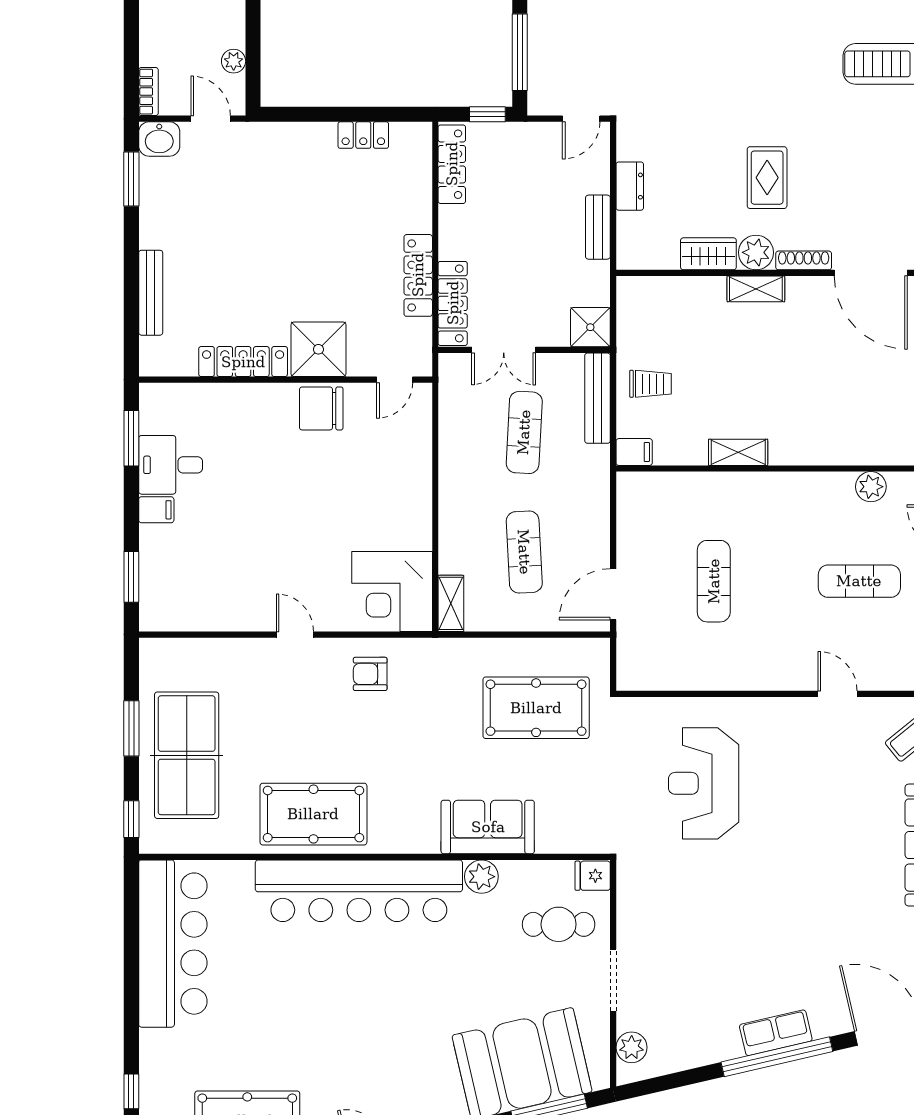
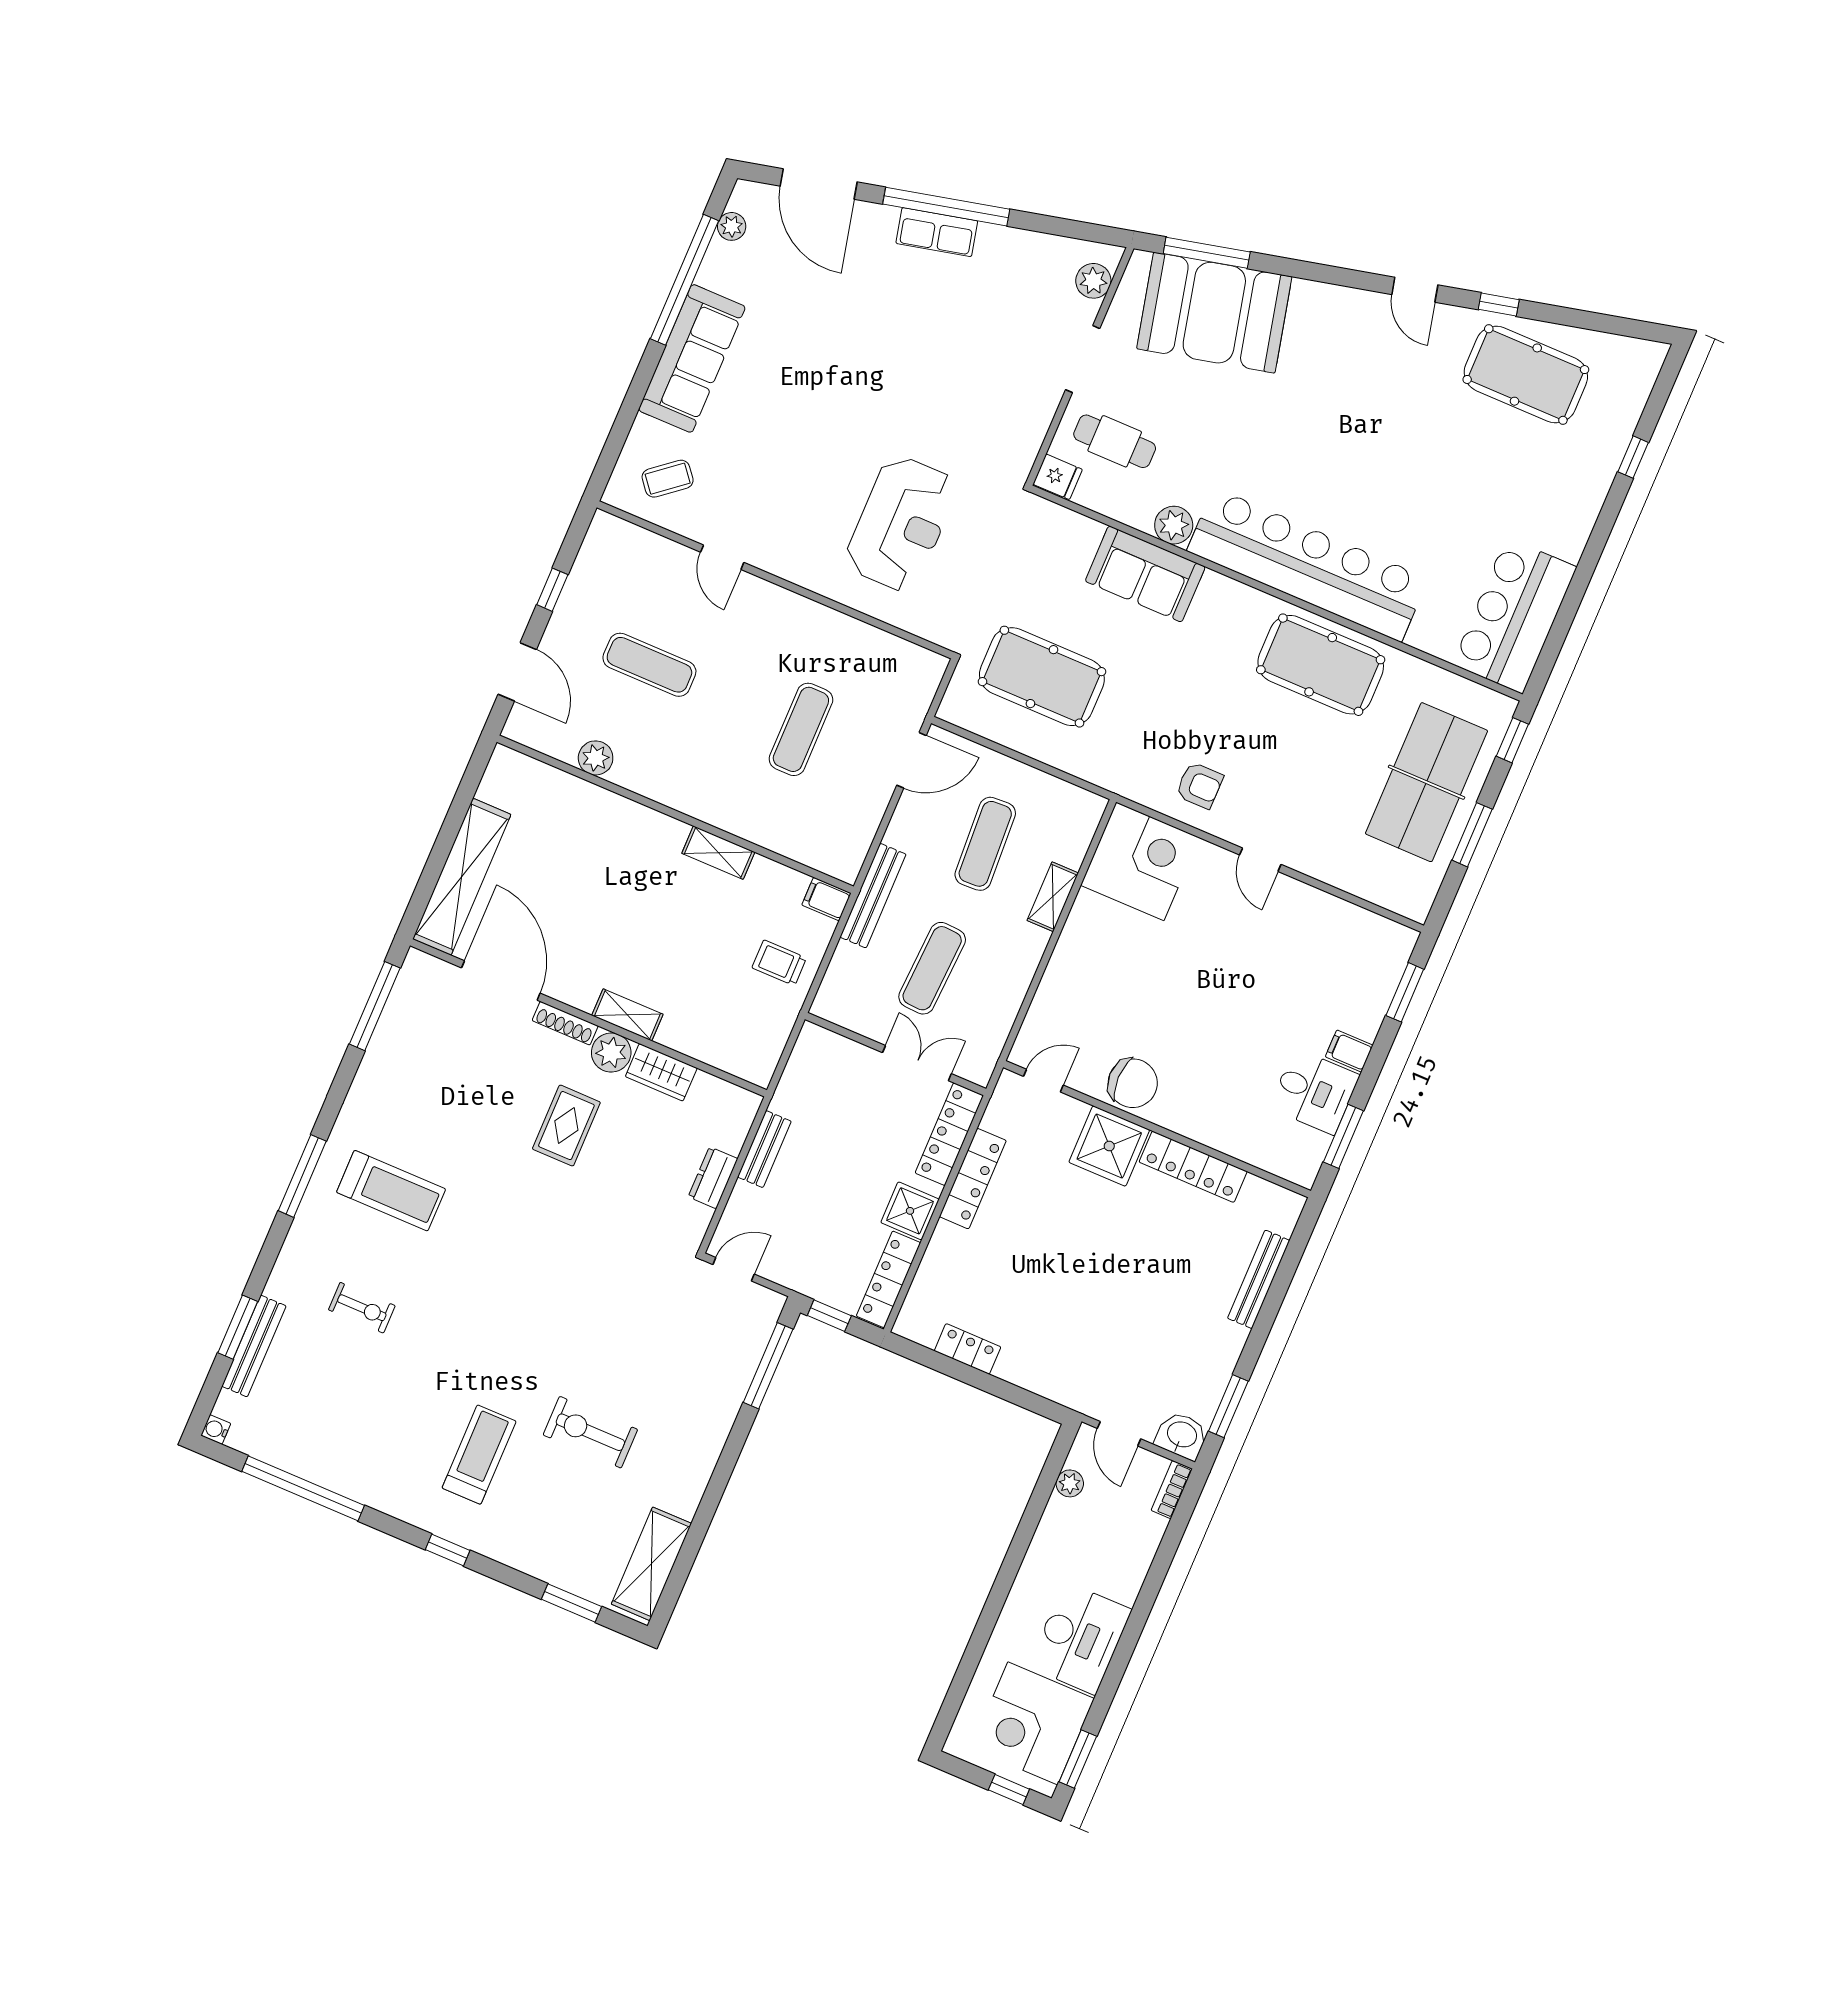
shower: (590, 327) -> (910, 1211), moved
bench: (597, 398) -> (873, 896), moved
shelving: (451, 603) -> (1053, 897), moved
bar counter: (173, 944) -> (1514, 616), width x0.73

